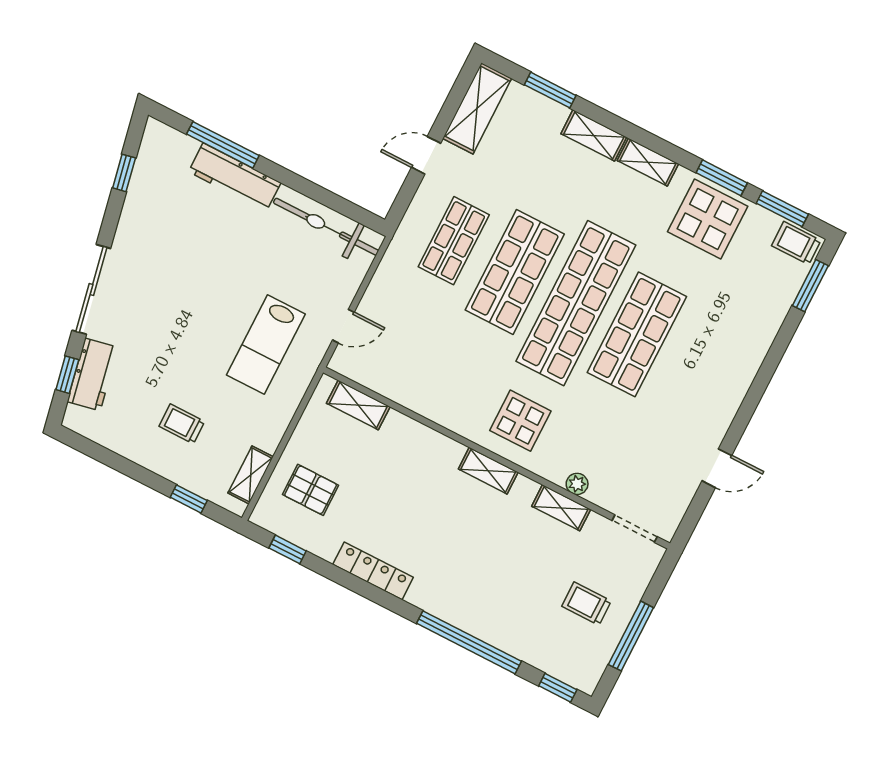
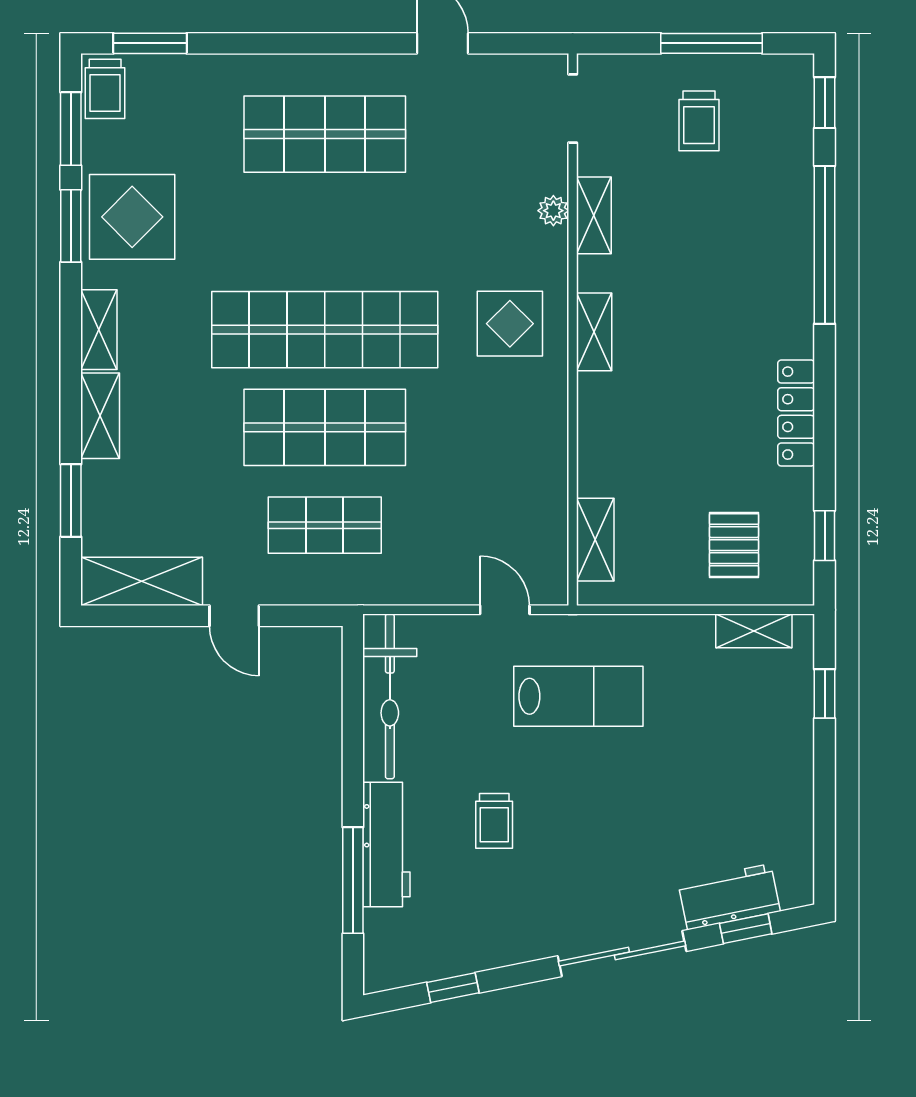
shop shelf: (637, 334) -> (325, 134), moved
trolley: (182, 424) -> (494, 821), moved

